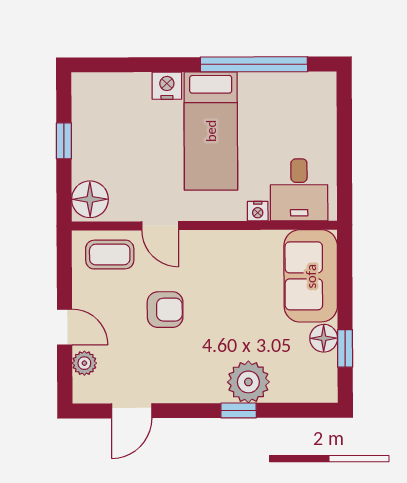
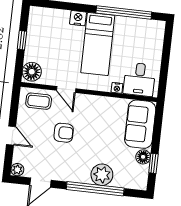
plant: (84, 363) -> (17, 170), moved
window: (239, 410) -> (95, 189), width x3.17

